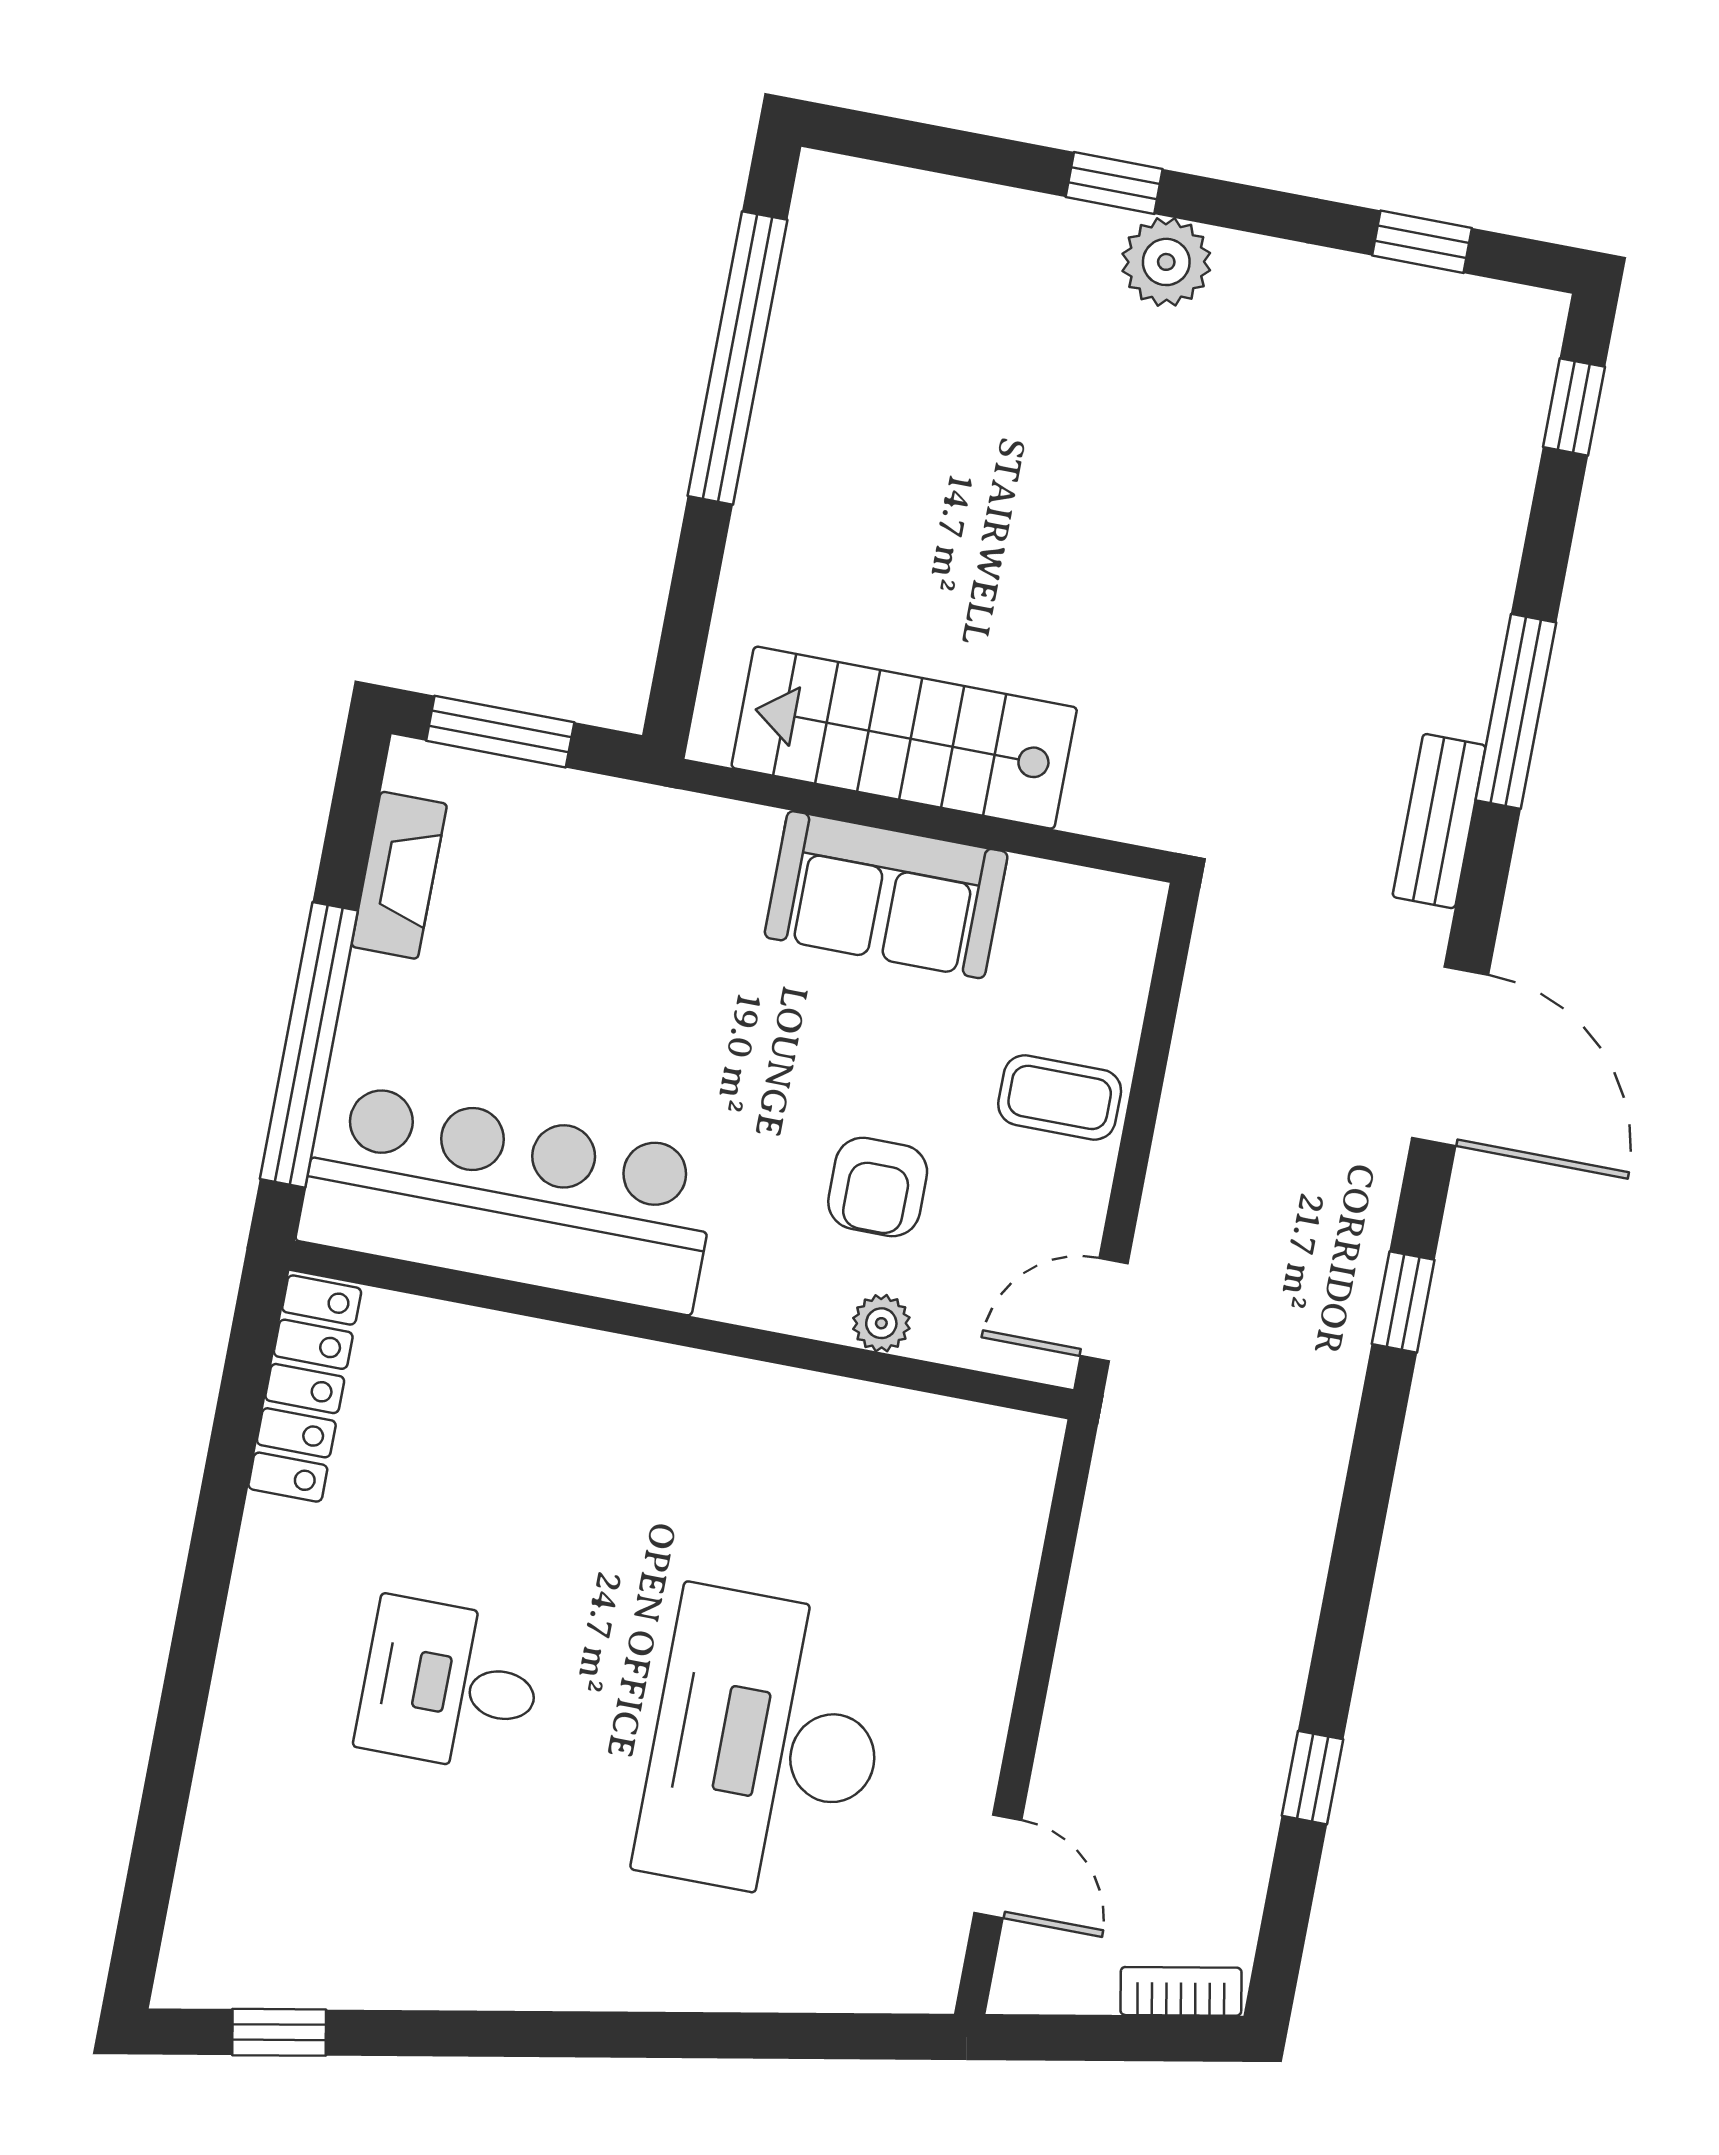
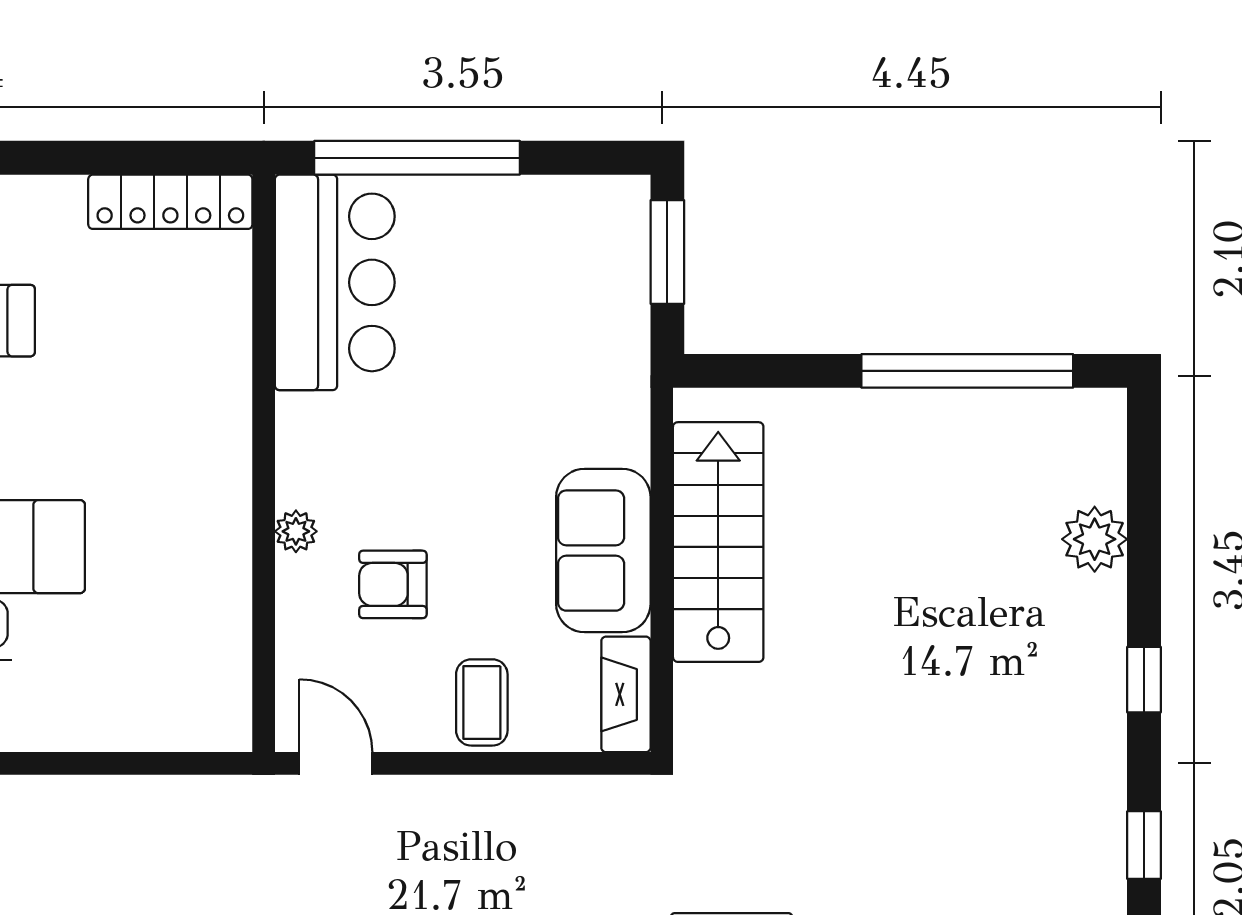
window: (1114, 183) -> (1144, 680), moved
plant: (1166, 262) -> (1095, 539), moved
fireplace: (399, 875) -> (626, 694), moved, turned 90
bar counter: (509, 1198) -> (335, 282), width x0.73
plant: (881, 1323) -> (296, 531), moved

